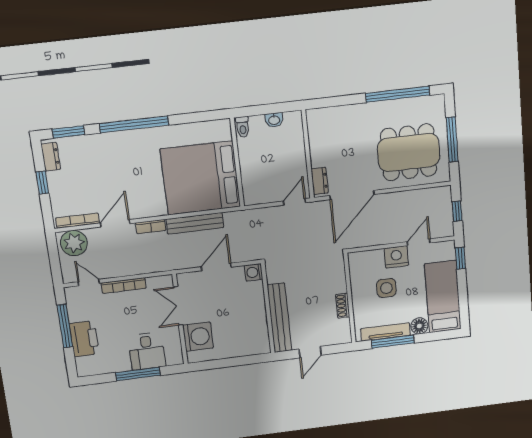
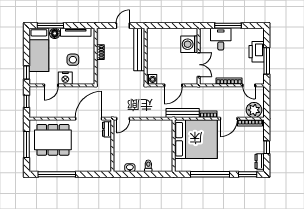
wall: (237, 162) -> (174, 146), moved
bed: (200, 178) -> (196, 139), moved
window: (393, 342) -> (50, 26), moved

